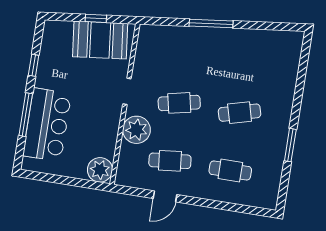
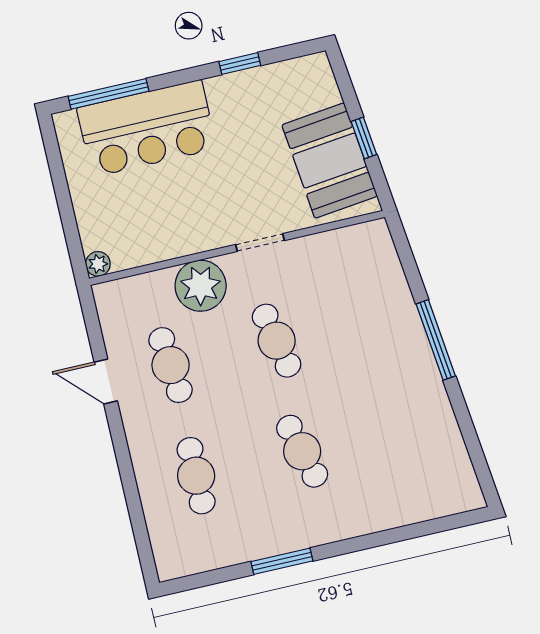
window: (26, 115) -> (109, 94), moved
plant: (100, 170) -> (98, 264), width x0.53, depth x0.53

